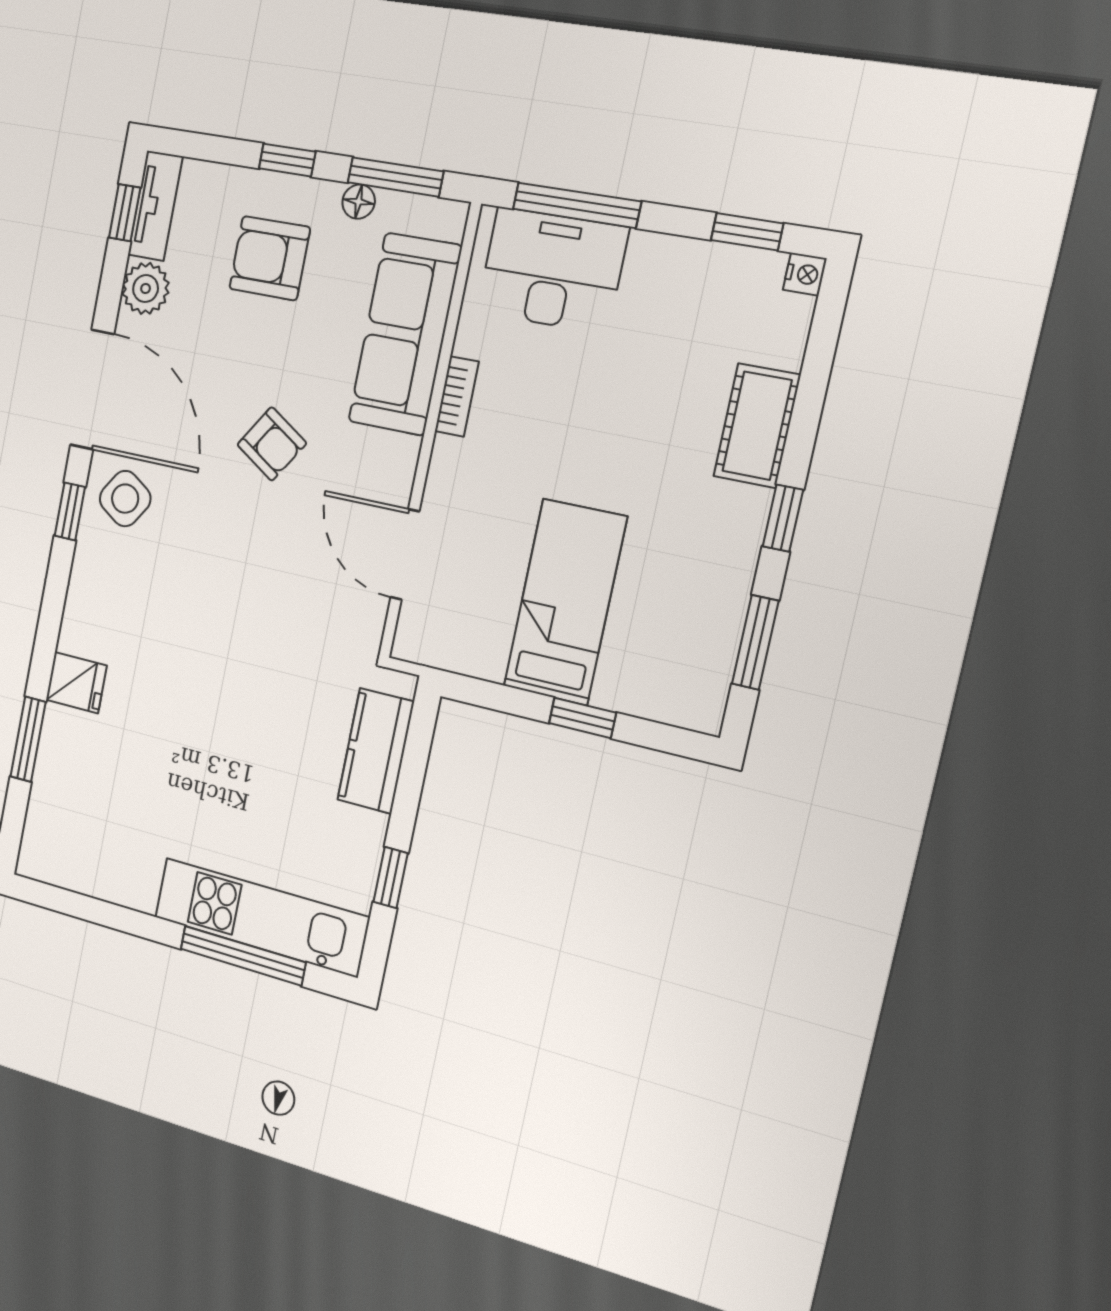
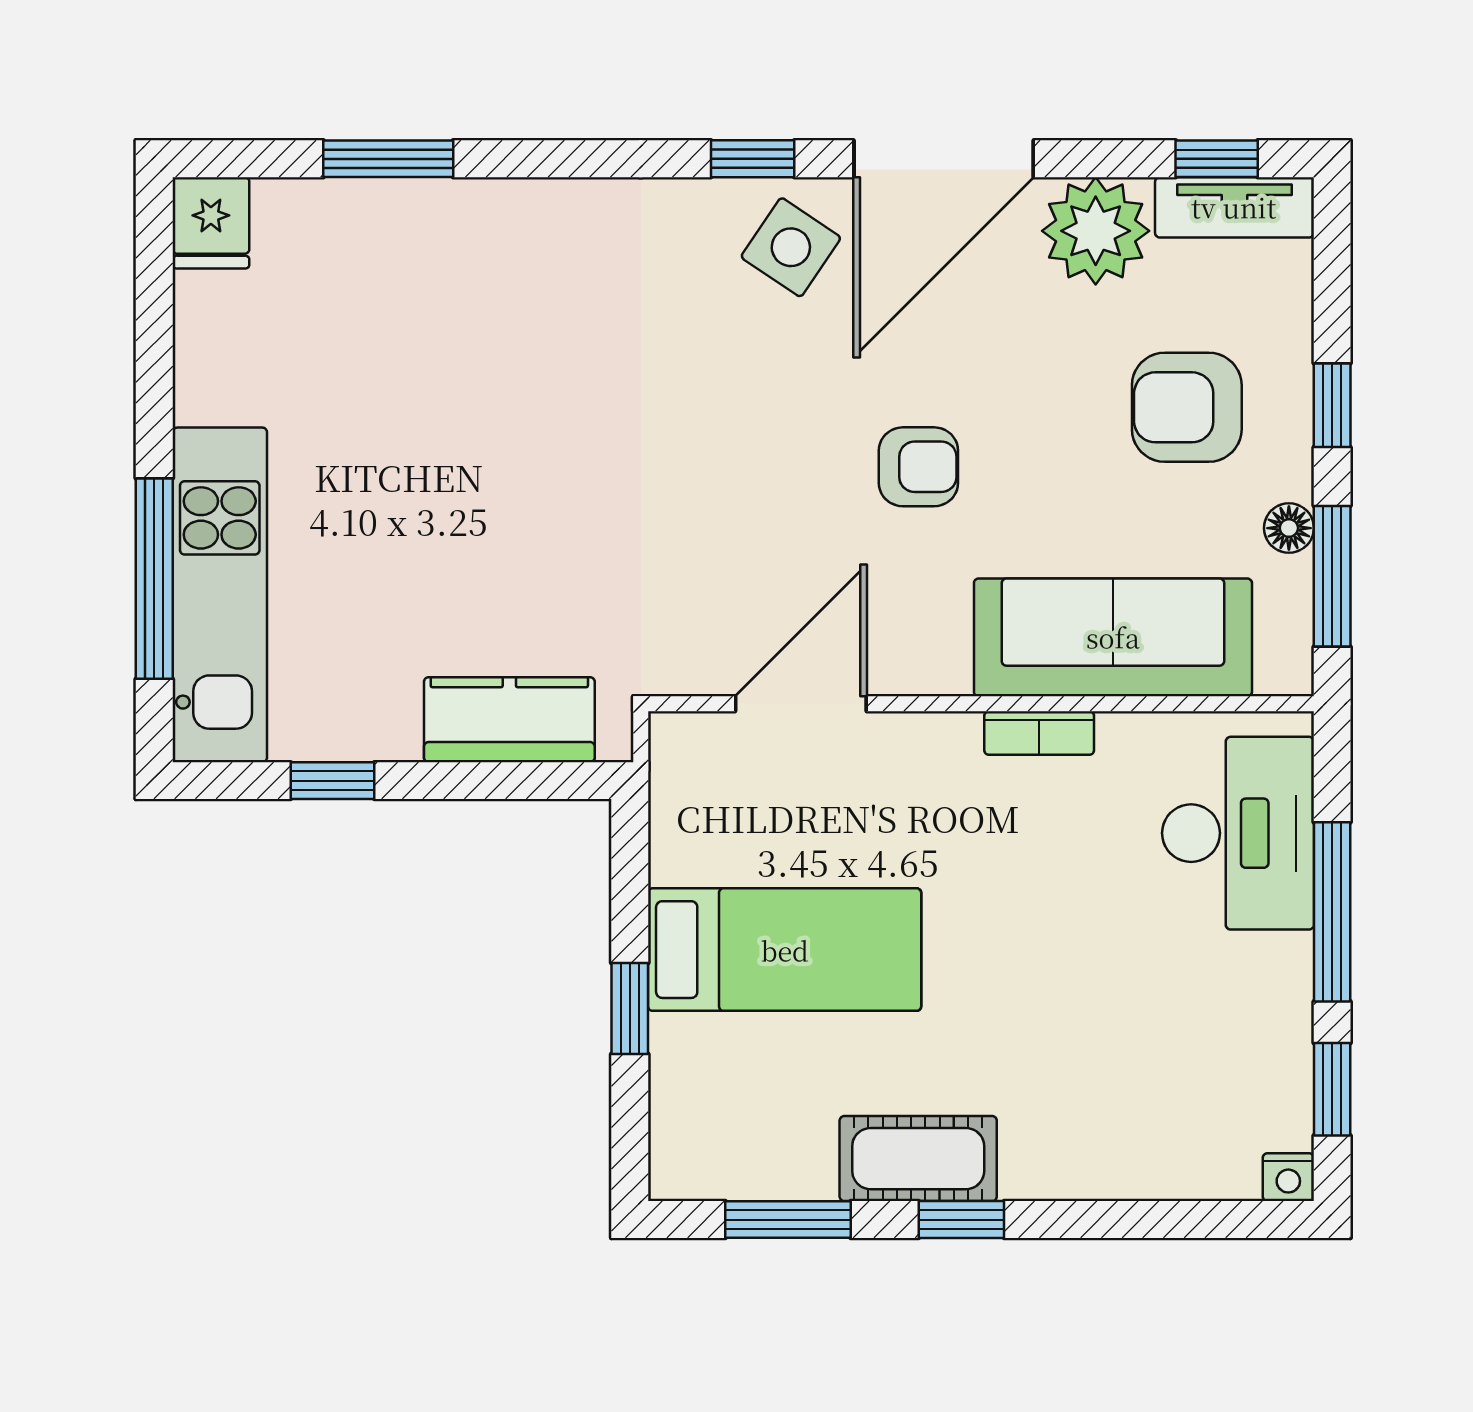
window: (577, 205) -> (1332, 912), moved
armchair: (270, 258) -> (1187, 407), turned -90
plant: (146, 288) -> (1096, 231), width x1.36, depth x1.36
cot: (757, 426) -> (918, 1159), moved
armchair: (272, 444) -> (918, 467), turned -123
fridge: (76, 683) -> (211, 223), moved

